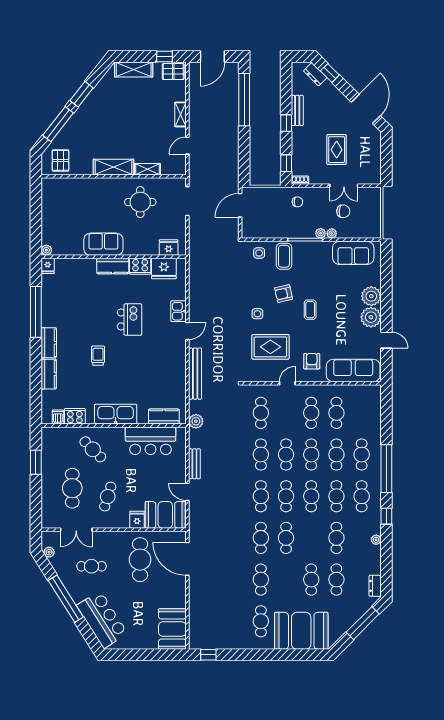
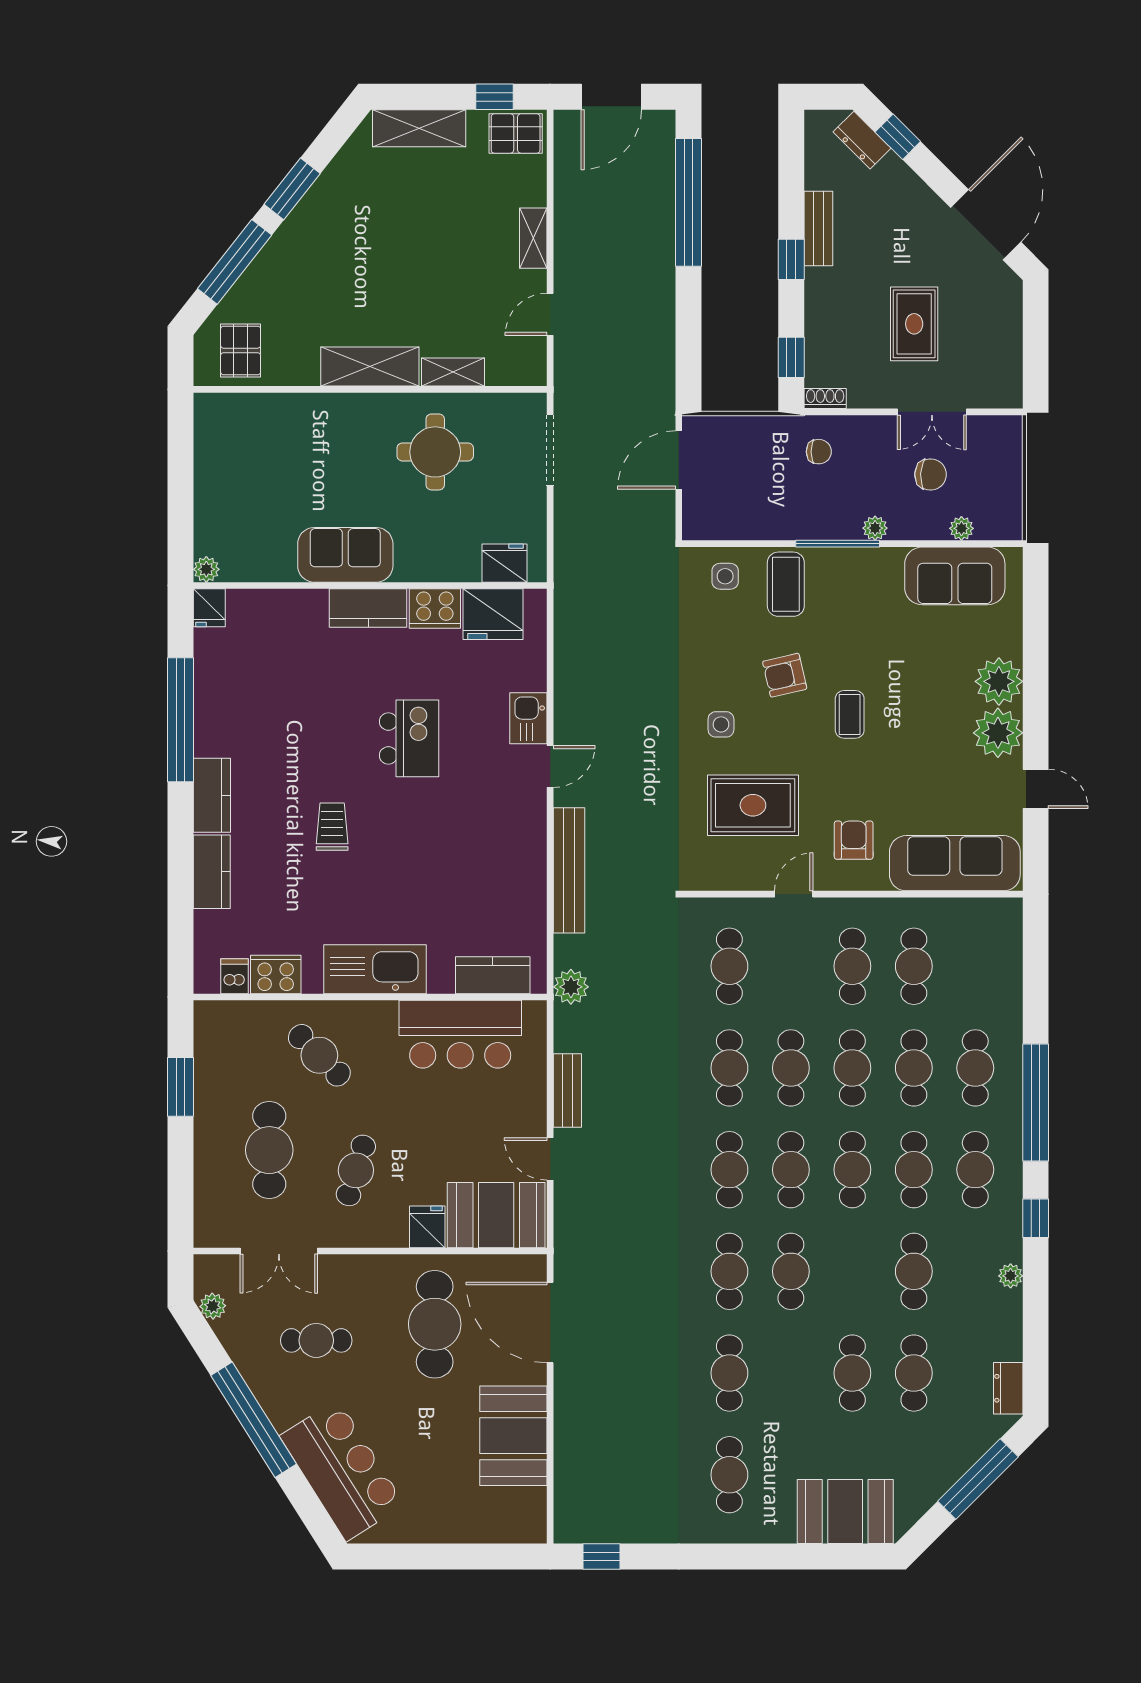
plant: (332, 233) -> (961, 528), moved
booth: (172, 629) -> (513, 1436), moved
booth: (301, 631) -> (845, 1512), width x0.73, depth x0.70

